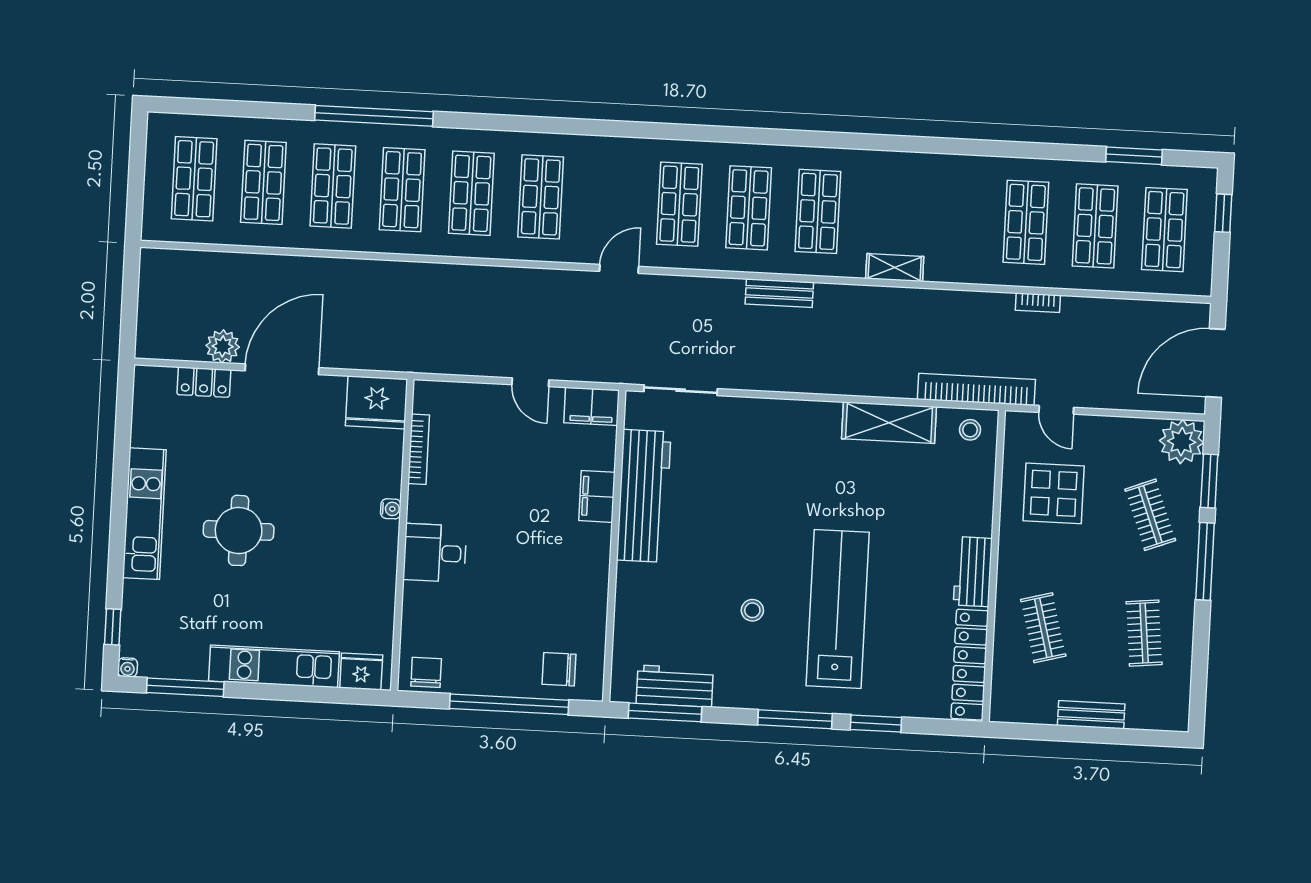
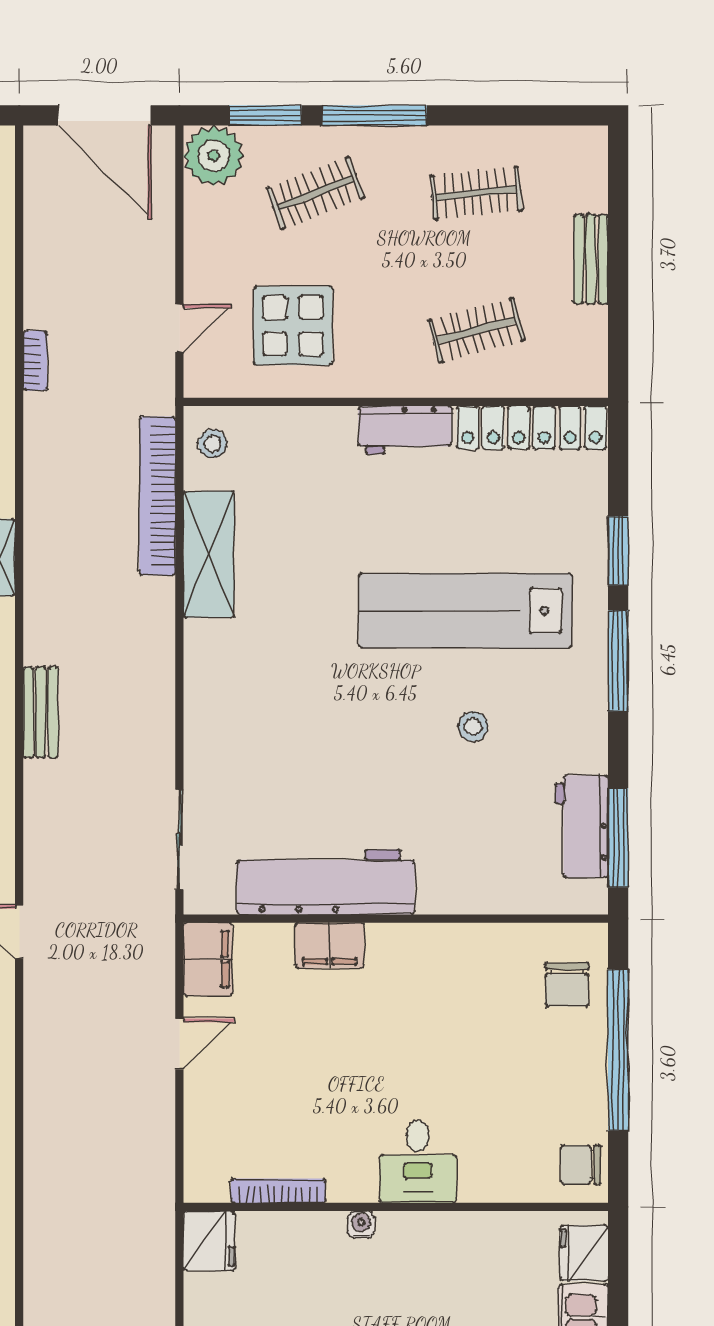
bookcase: (976, 389) -> (157, 496), moved
fridge: (376, 402) -> (209, 1241), width x0.73, depth x0.75

